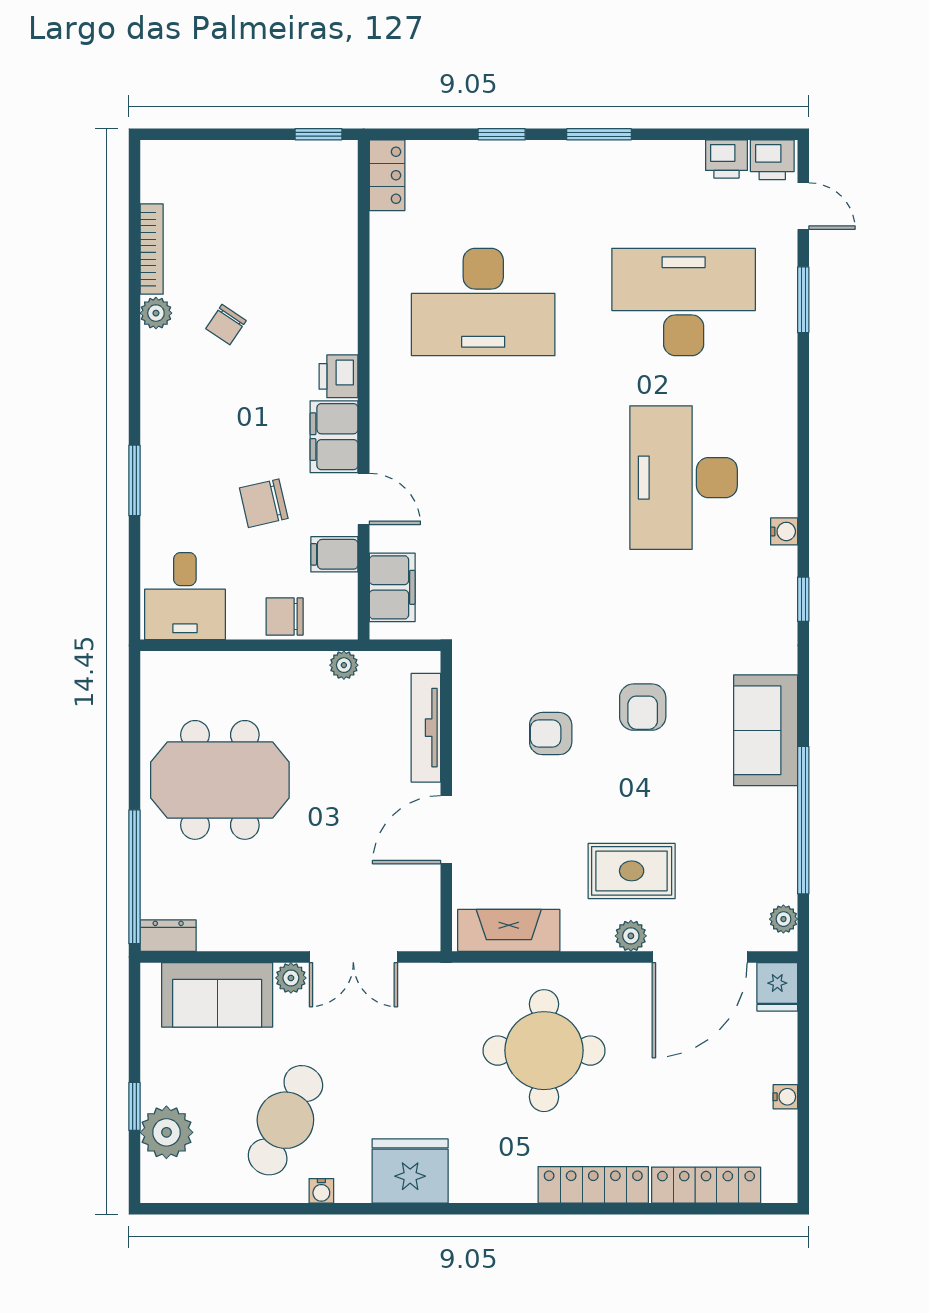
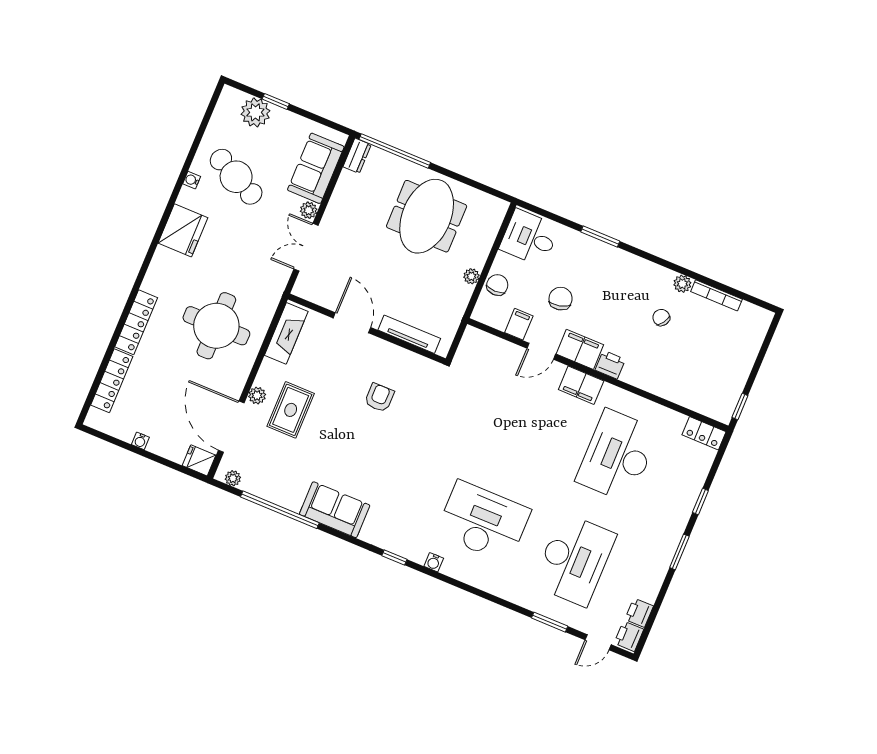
filing cabinet: (392, 587) -> (581, 385), moved
plant: (344, 665) -> (471, 276), moved
armchair: (643, 707) -> (373, 451), removed

